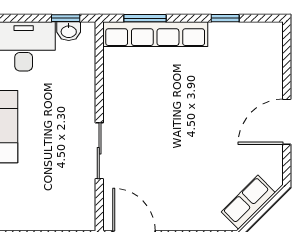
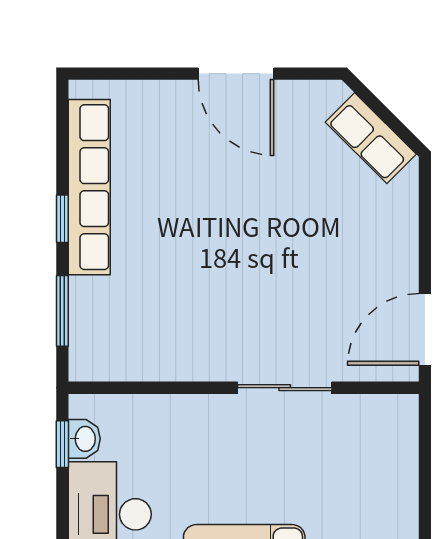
window: (225, 18) -> (62, 219), moved
row of seats: (155, 34) -> (89, 187), moved

